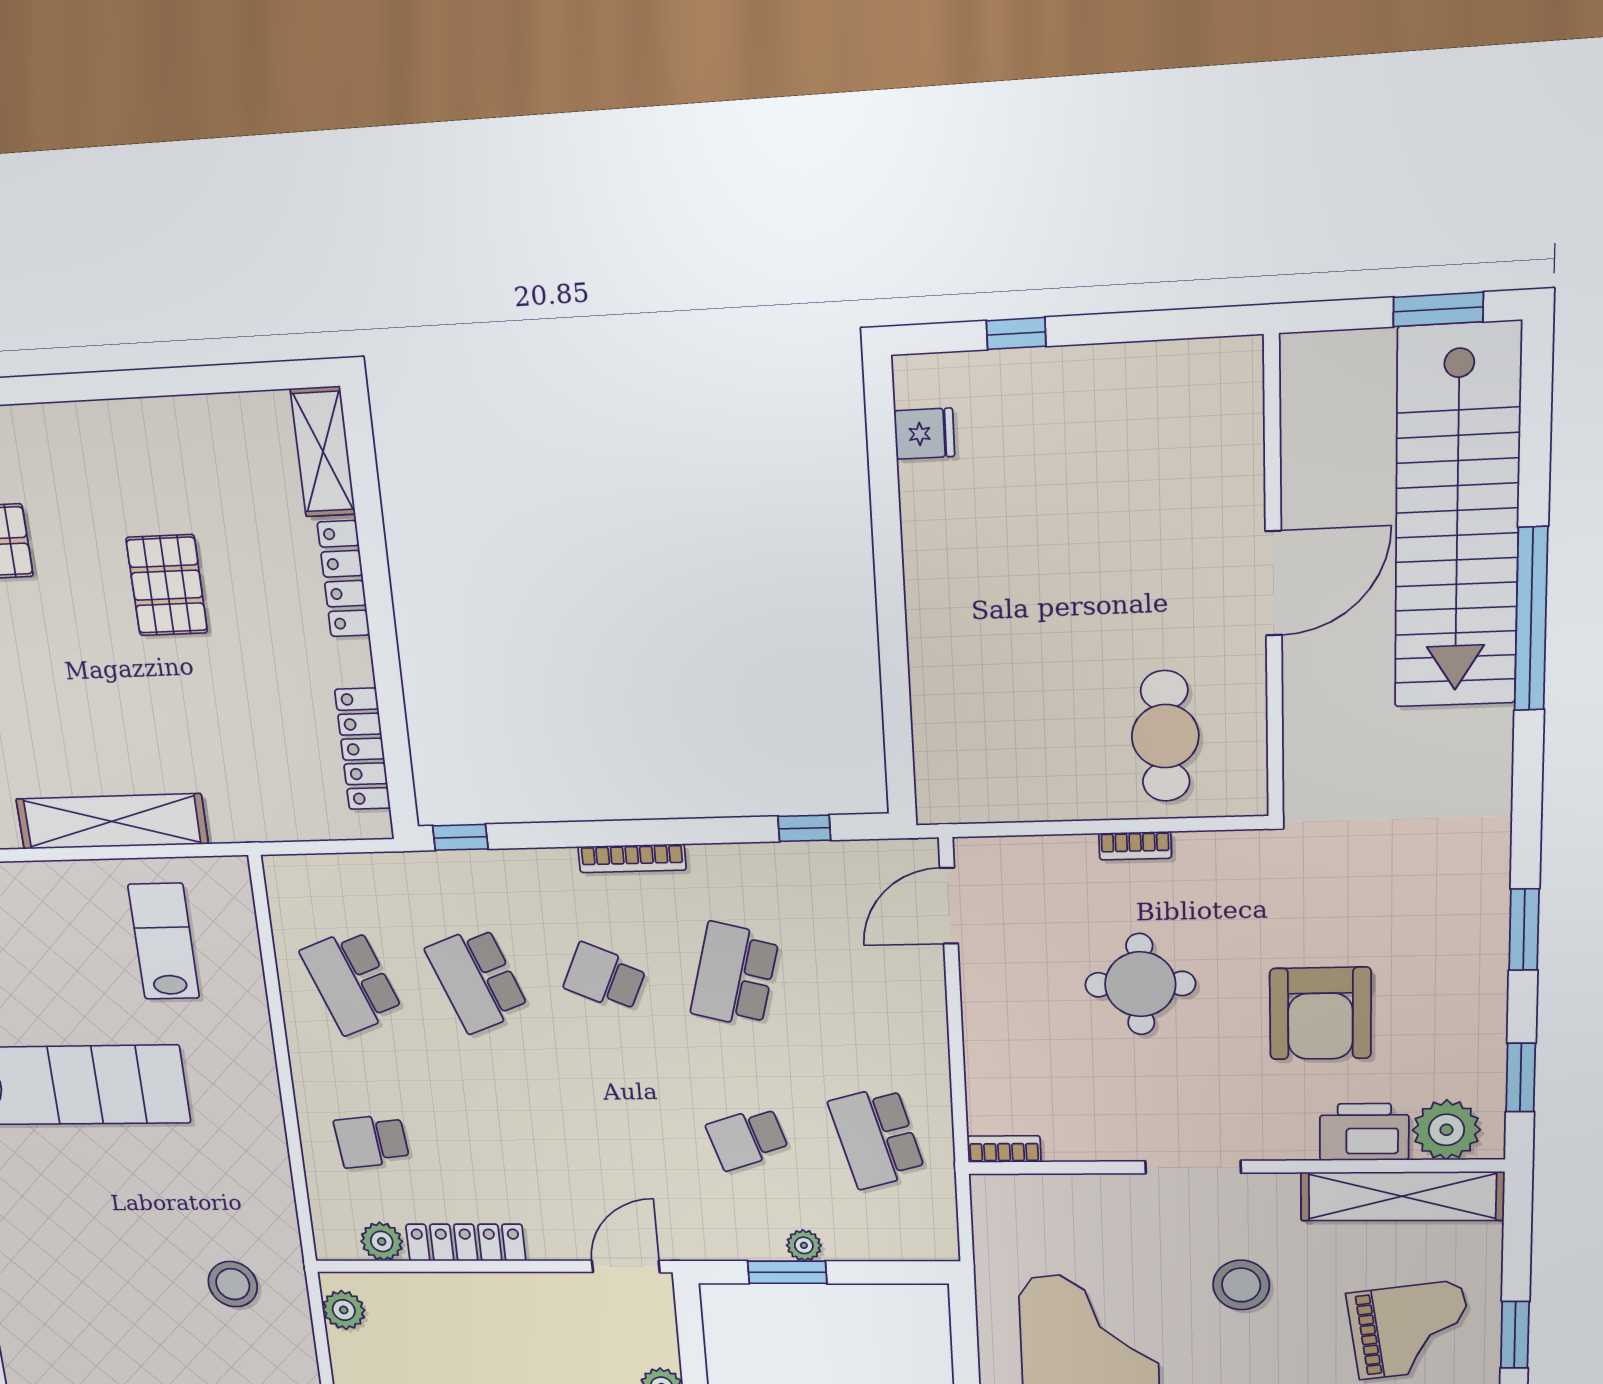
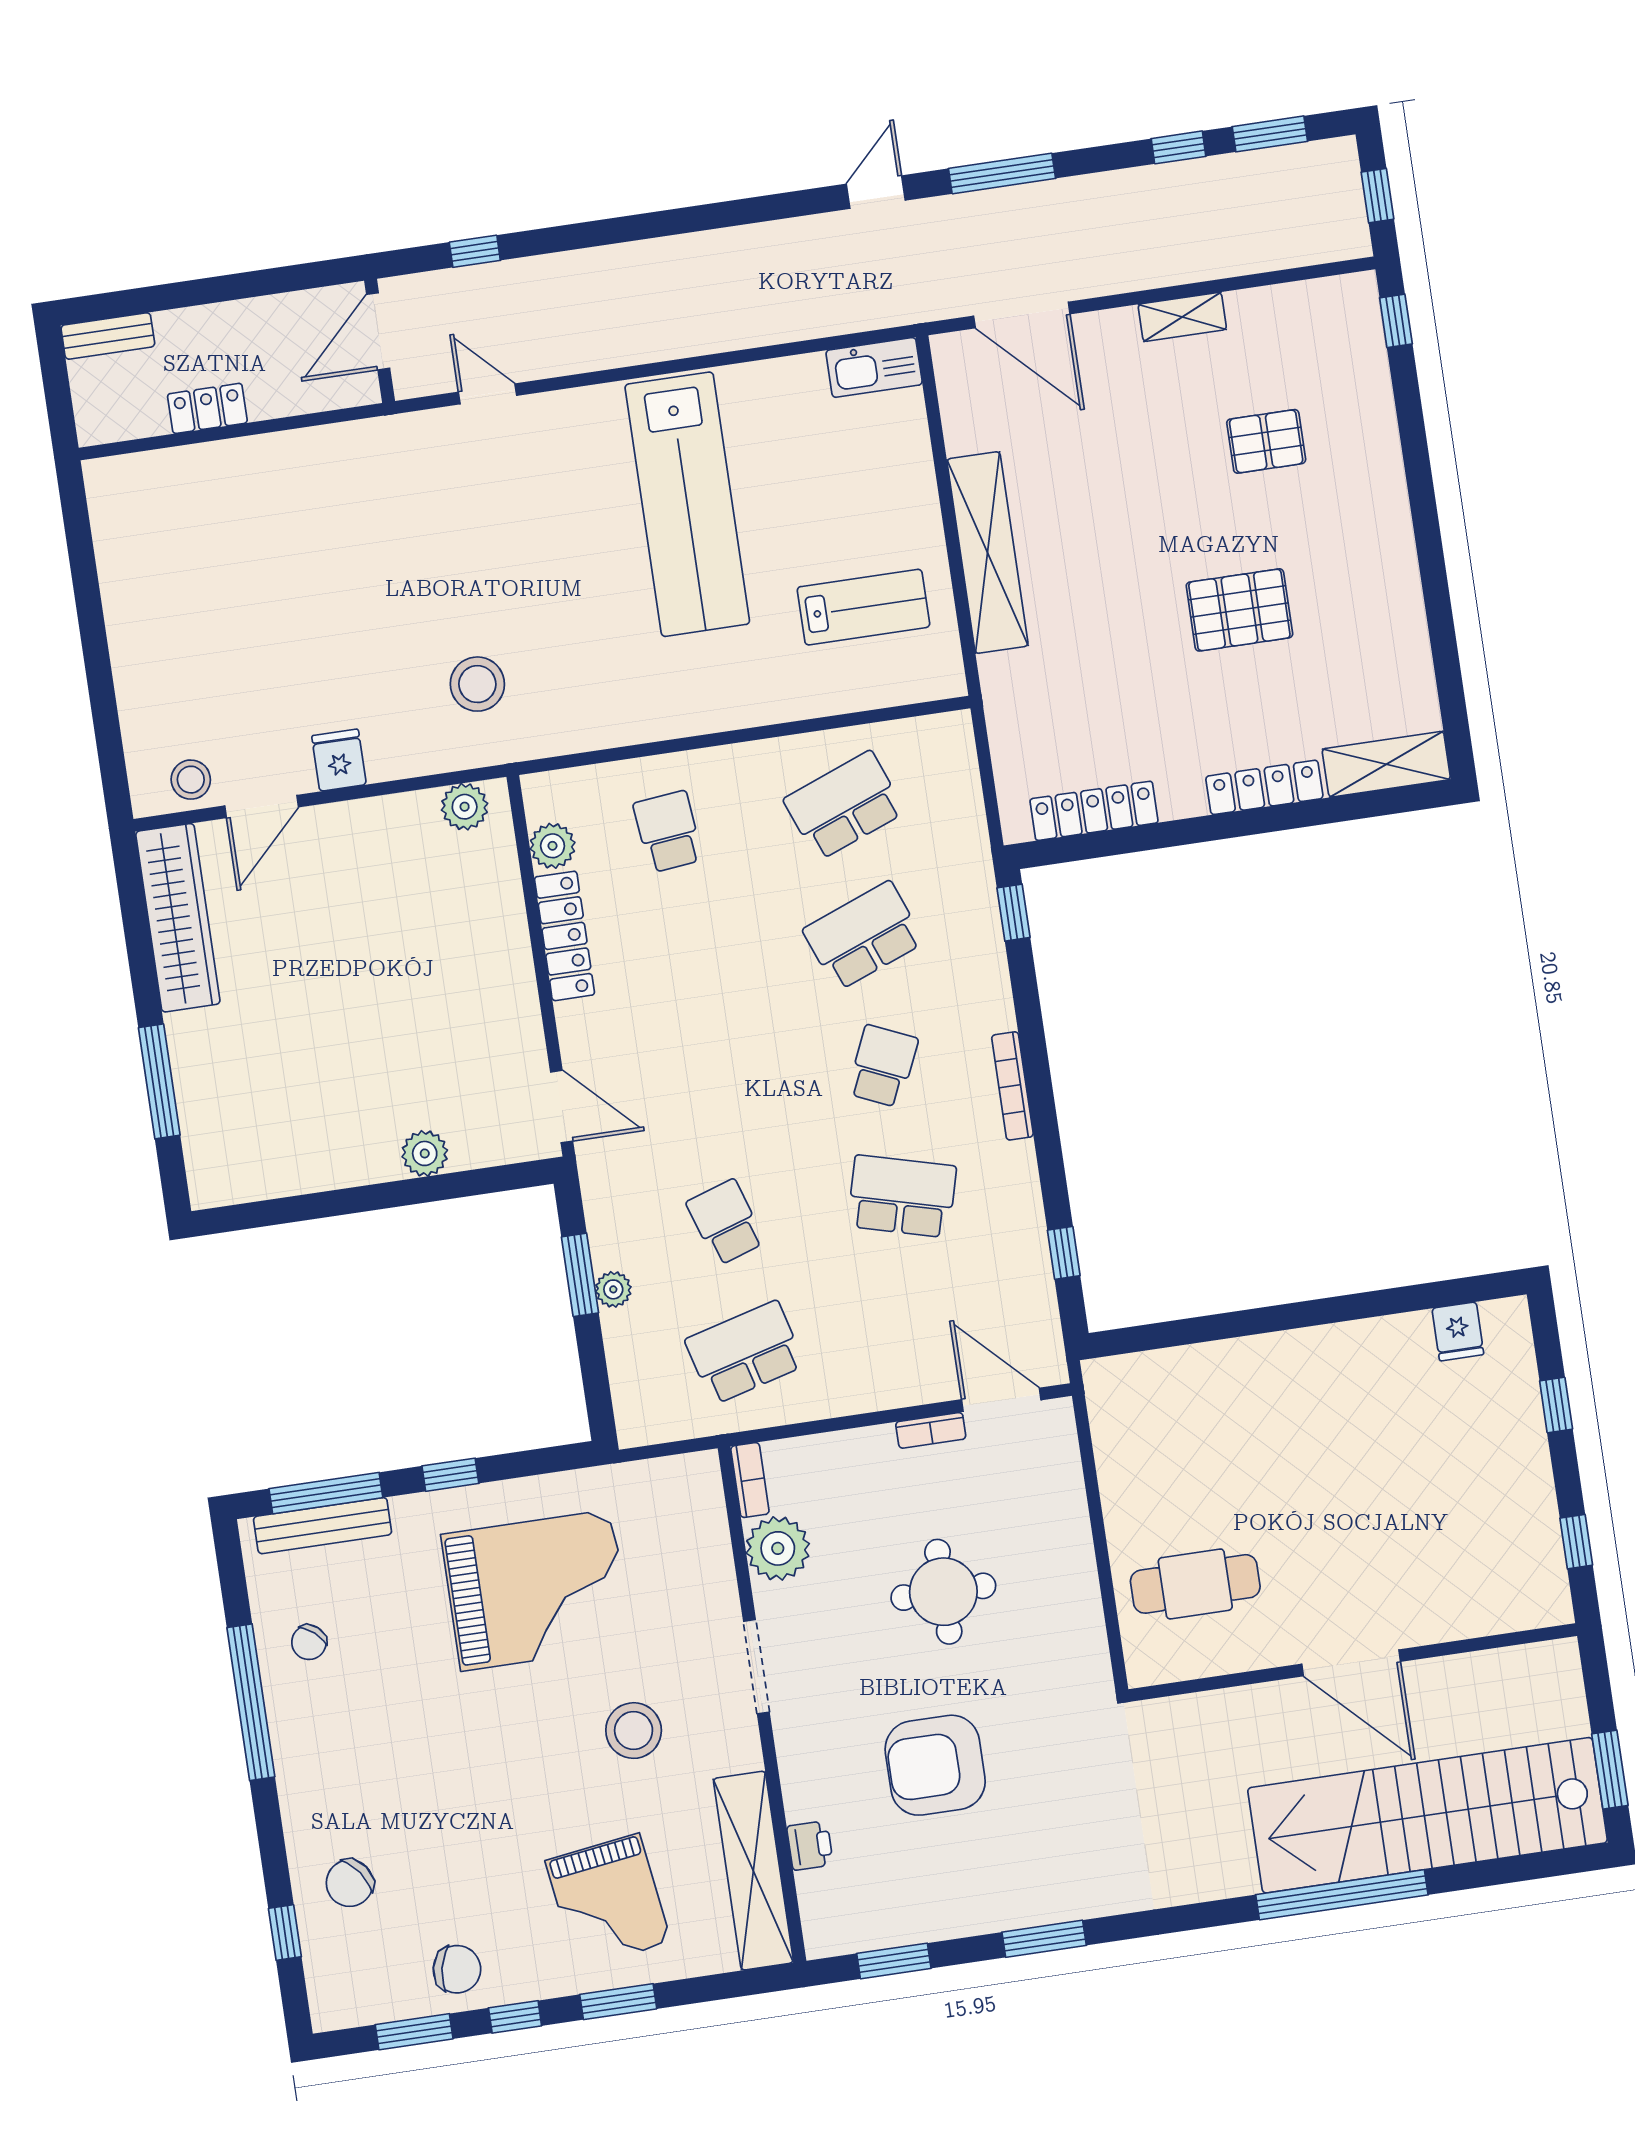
window: (1172, 325) -> (1576, 1542), added
bookcase: (1135, 846) -> (931, 1430), moved, turned -90
plant: (1446, 1130) -> (778, 1548), moved
printer: (1364, 1132) -> (810, 1846), width x0.53, depth x0.68

